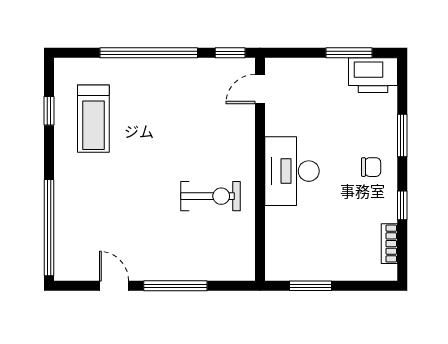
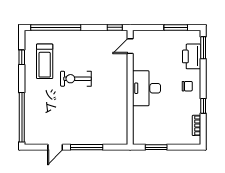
window: (149, 53) -> (56, 27), moved
printer: (373, 75) -> (192, 56), moved, turned 90
window: (402, 136) -> (203, 48), moved
exercise bike: (211, 196) -> (76, 79), moved, turned 180
door: (114, 286) -> (55, 147), swing flipped

